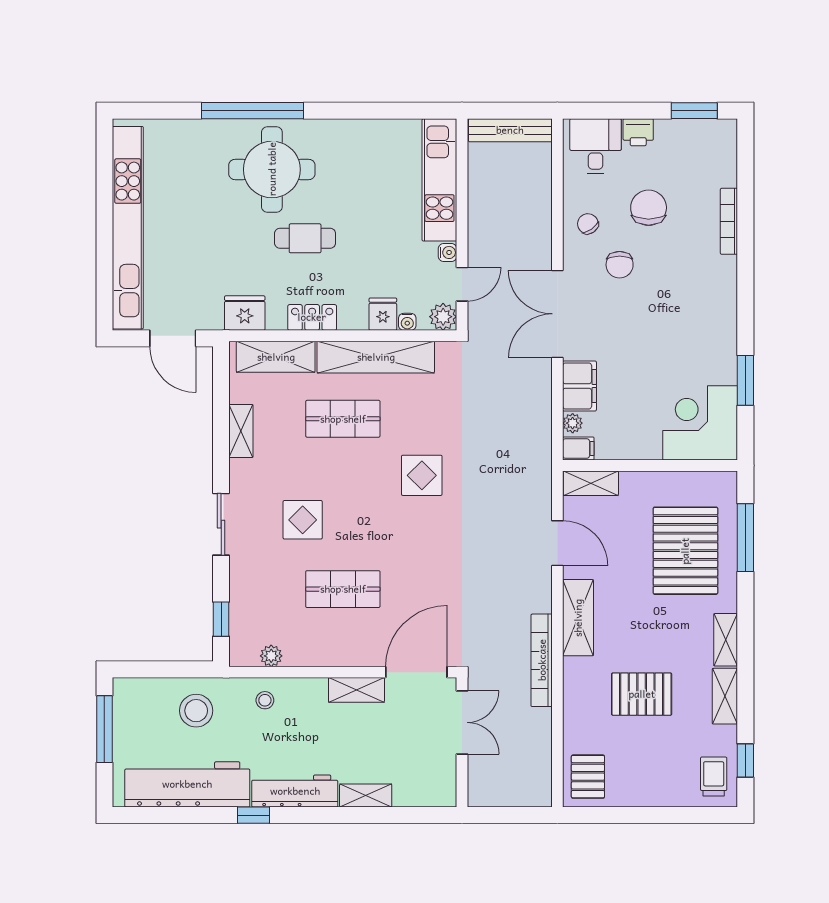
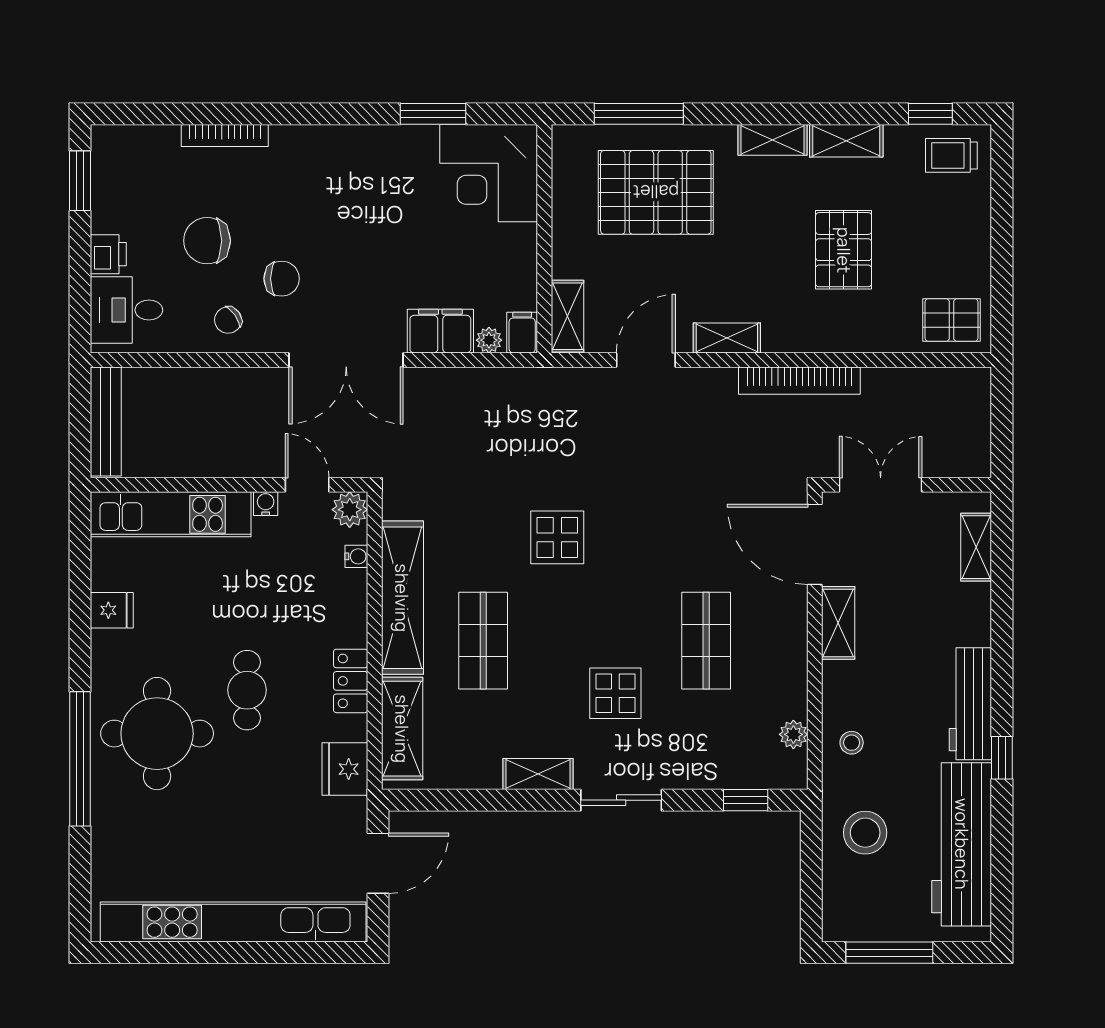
fridge: (383, 314) -> (112, 610), moved, turned 180
shelving: (241, 431) -> (538, 774), moved
shelving: (578, 618) -> (727, 338), width x0.67, depth x0.75
shelving: (366, 795) -> (976, 547), moved

